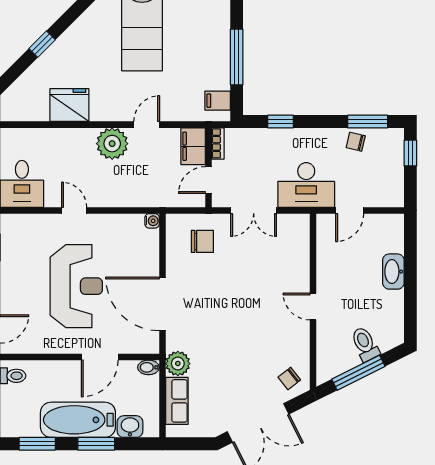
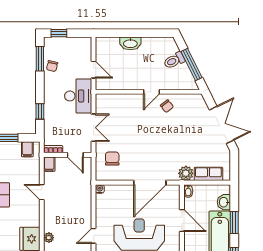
plant: (112, 144) -> (49, 238), moved, width x0.53, depth x0.53
filing cabinet: (193, 146) -> (49, 164), width x0.50
chair: (289, 379) -> (167, 106), moved

